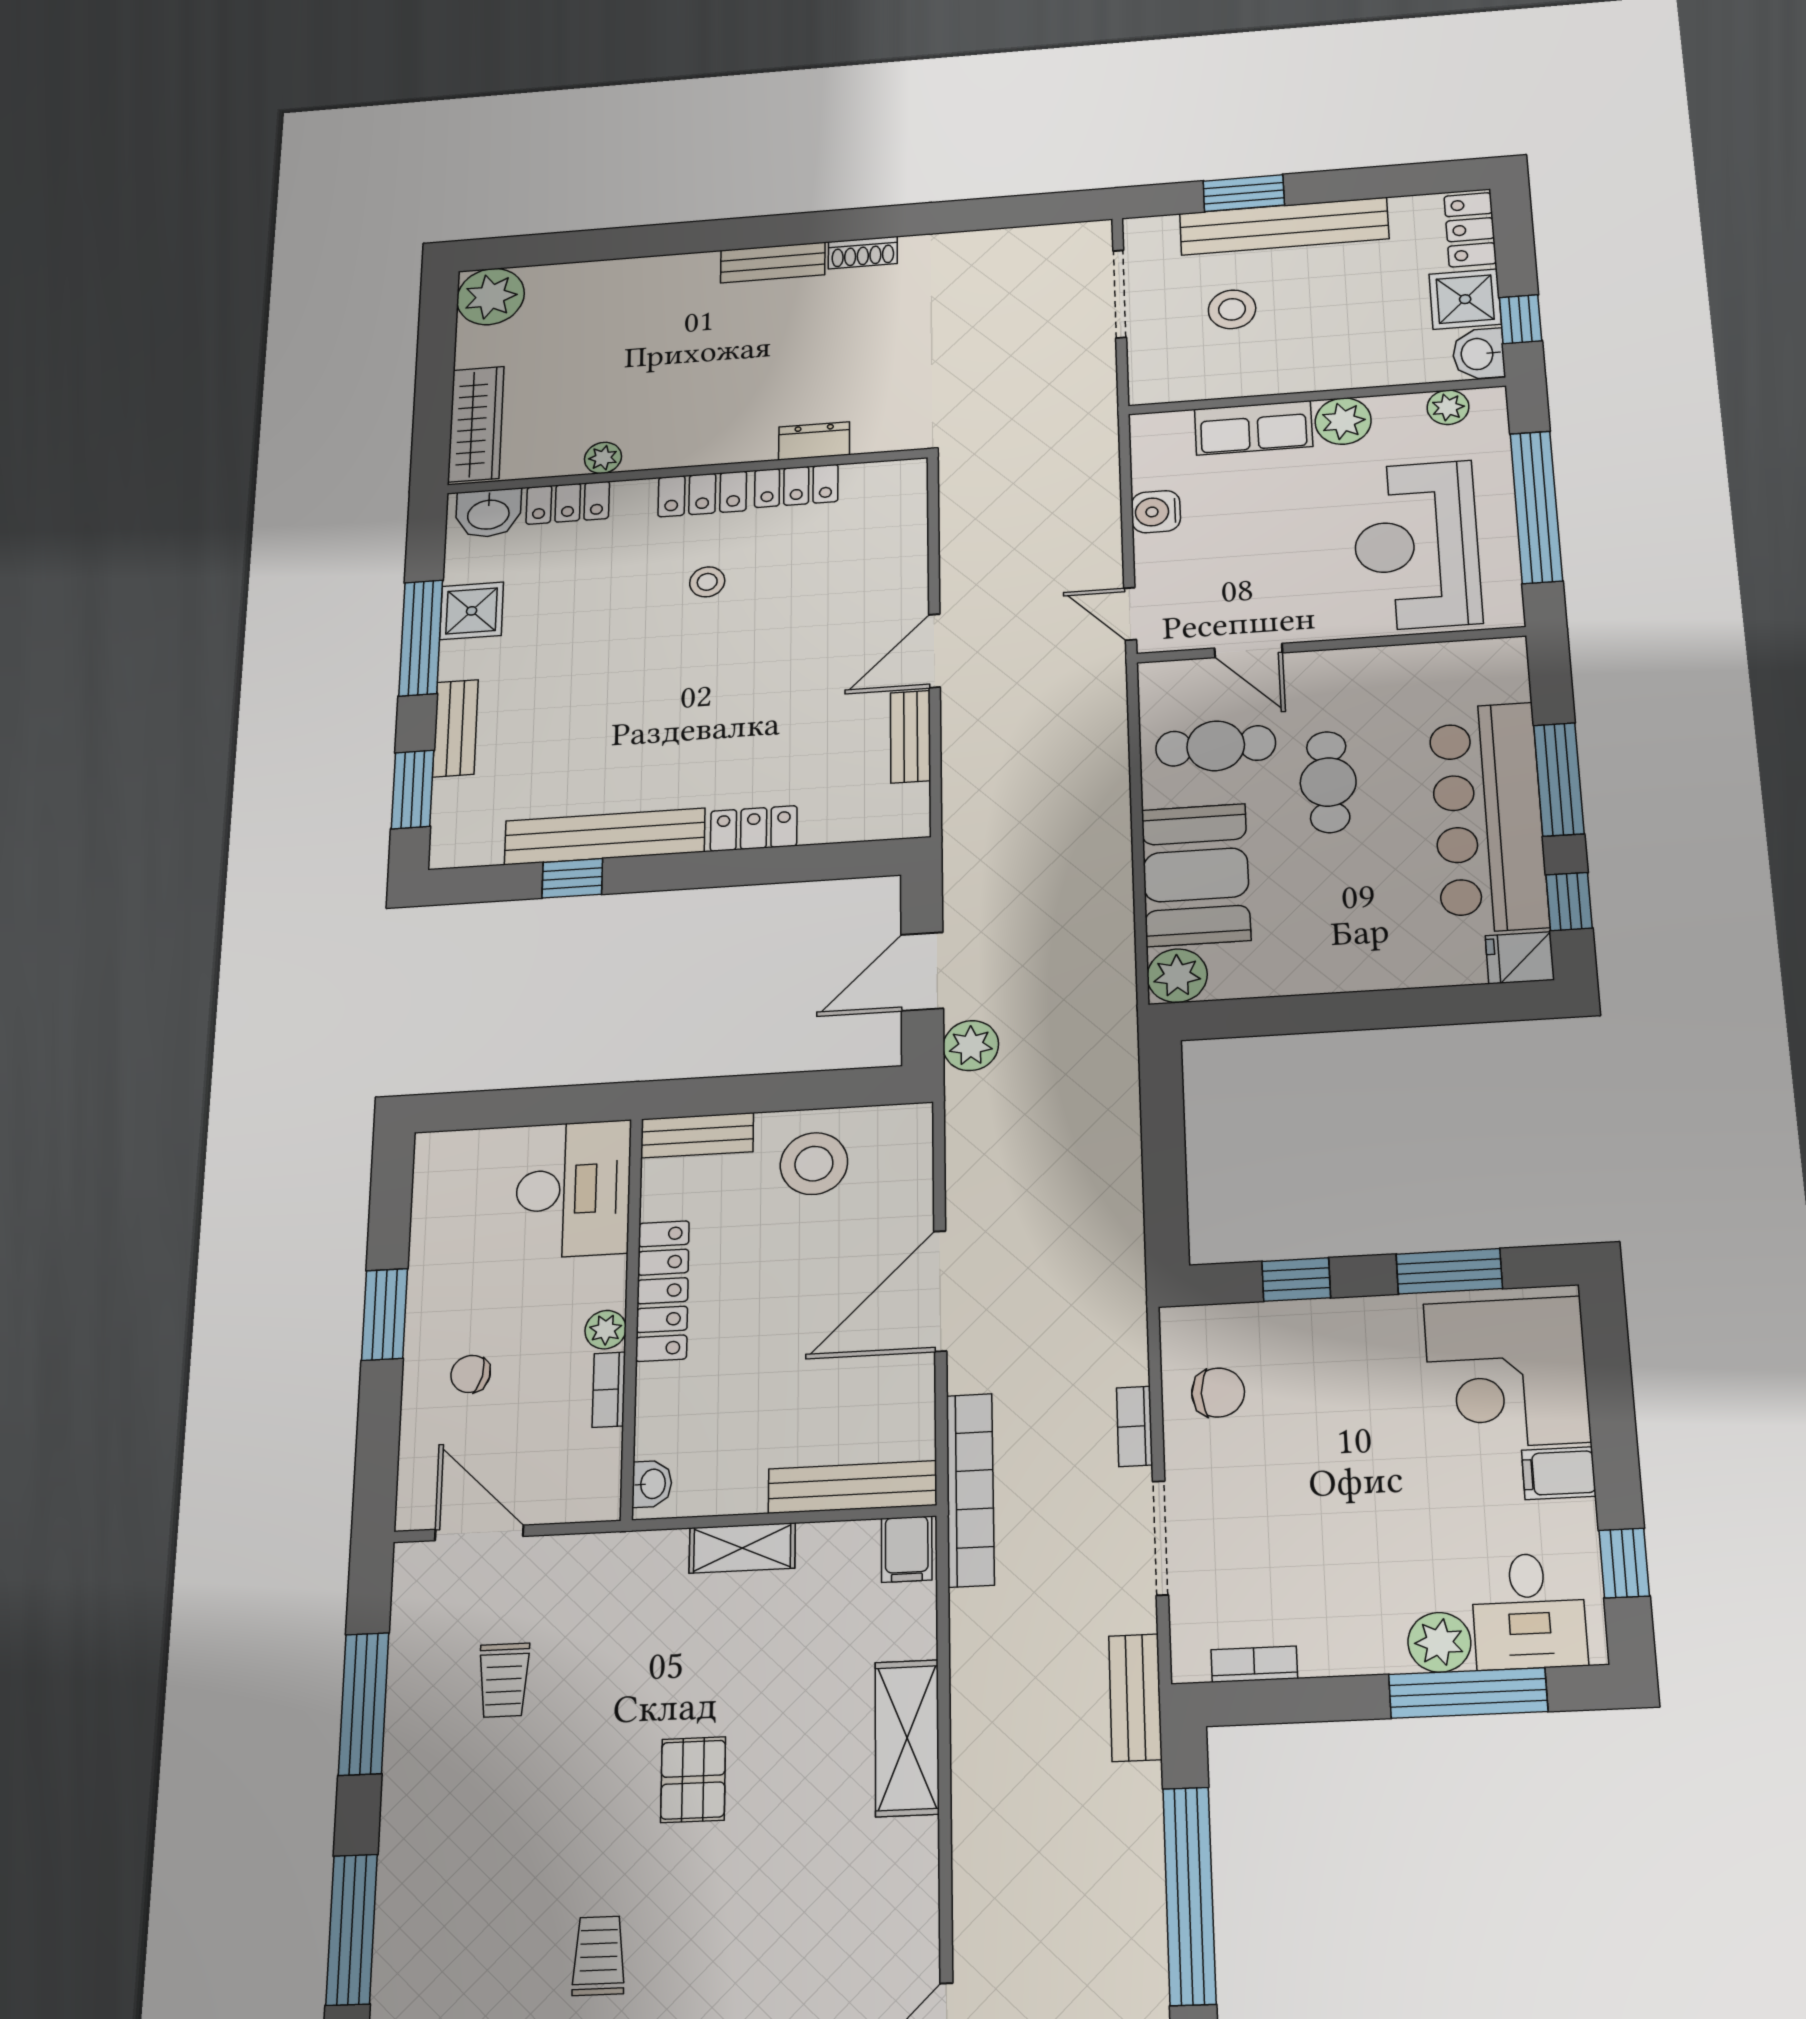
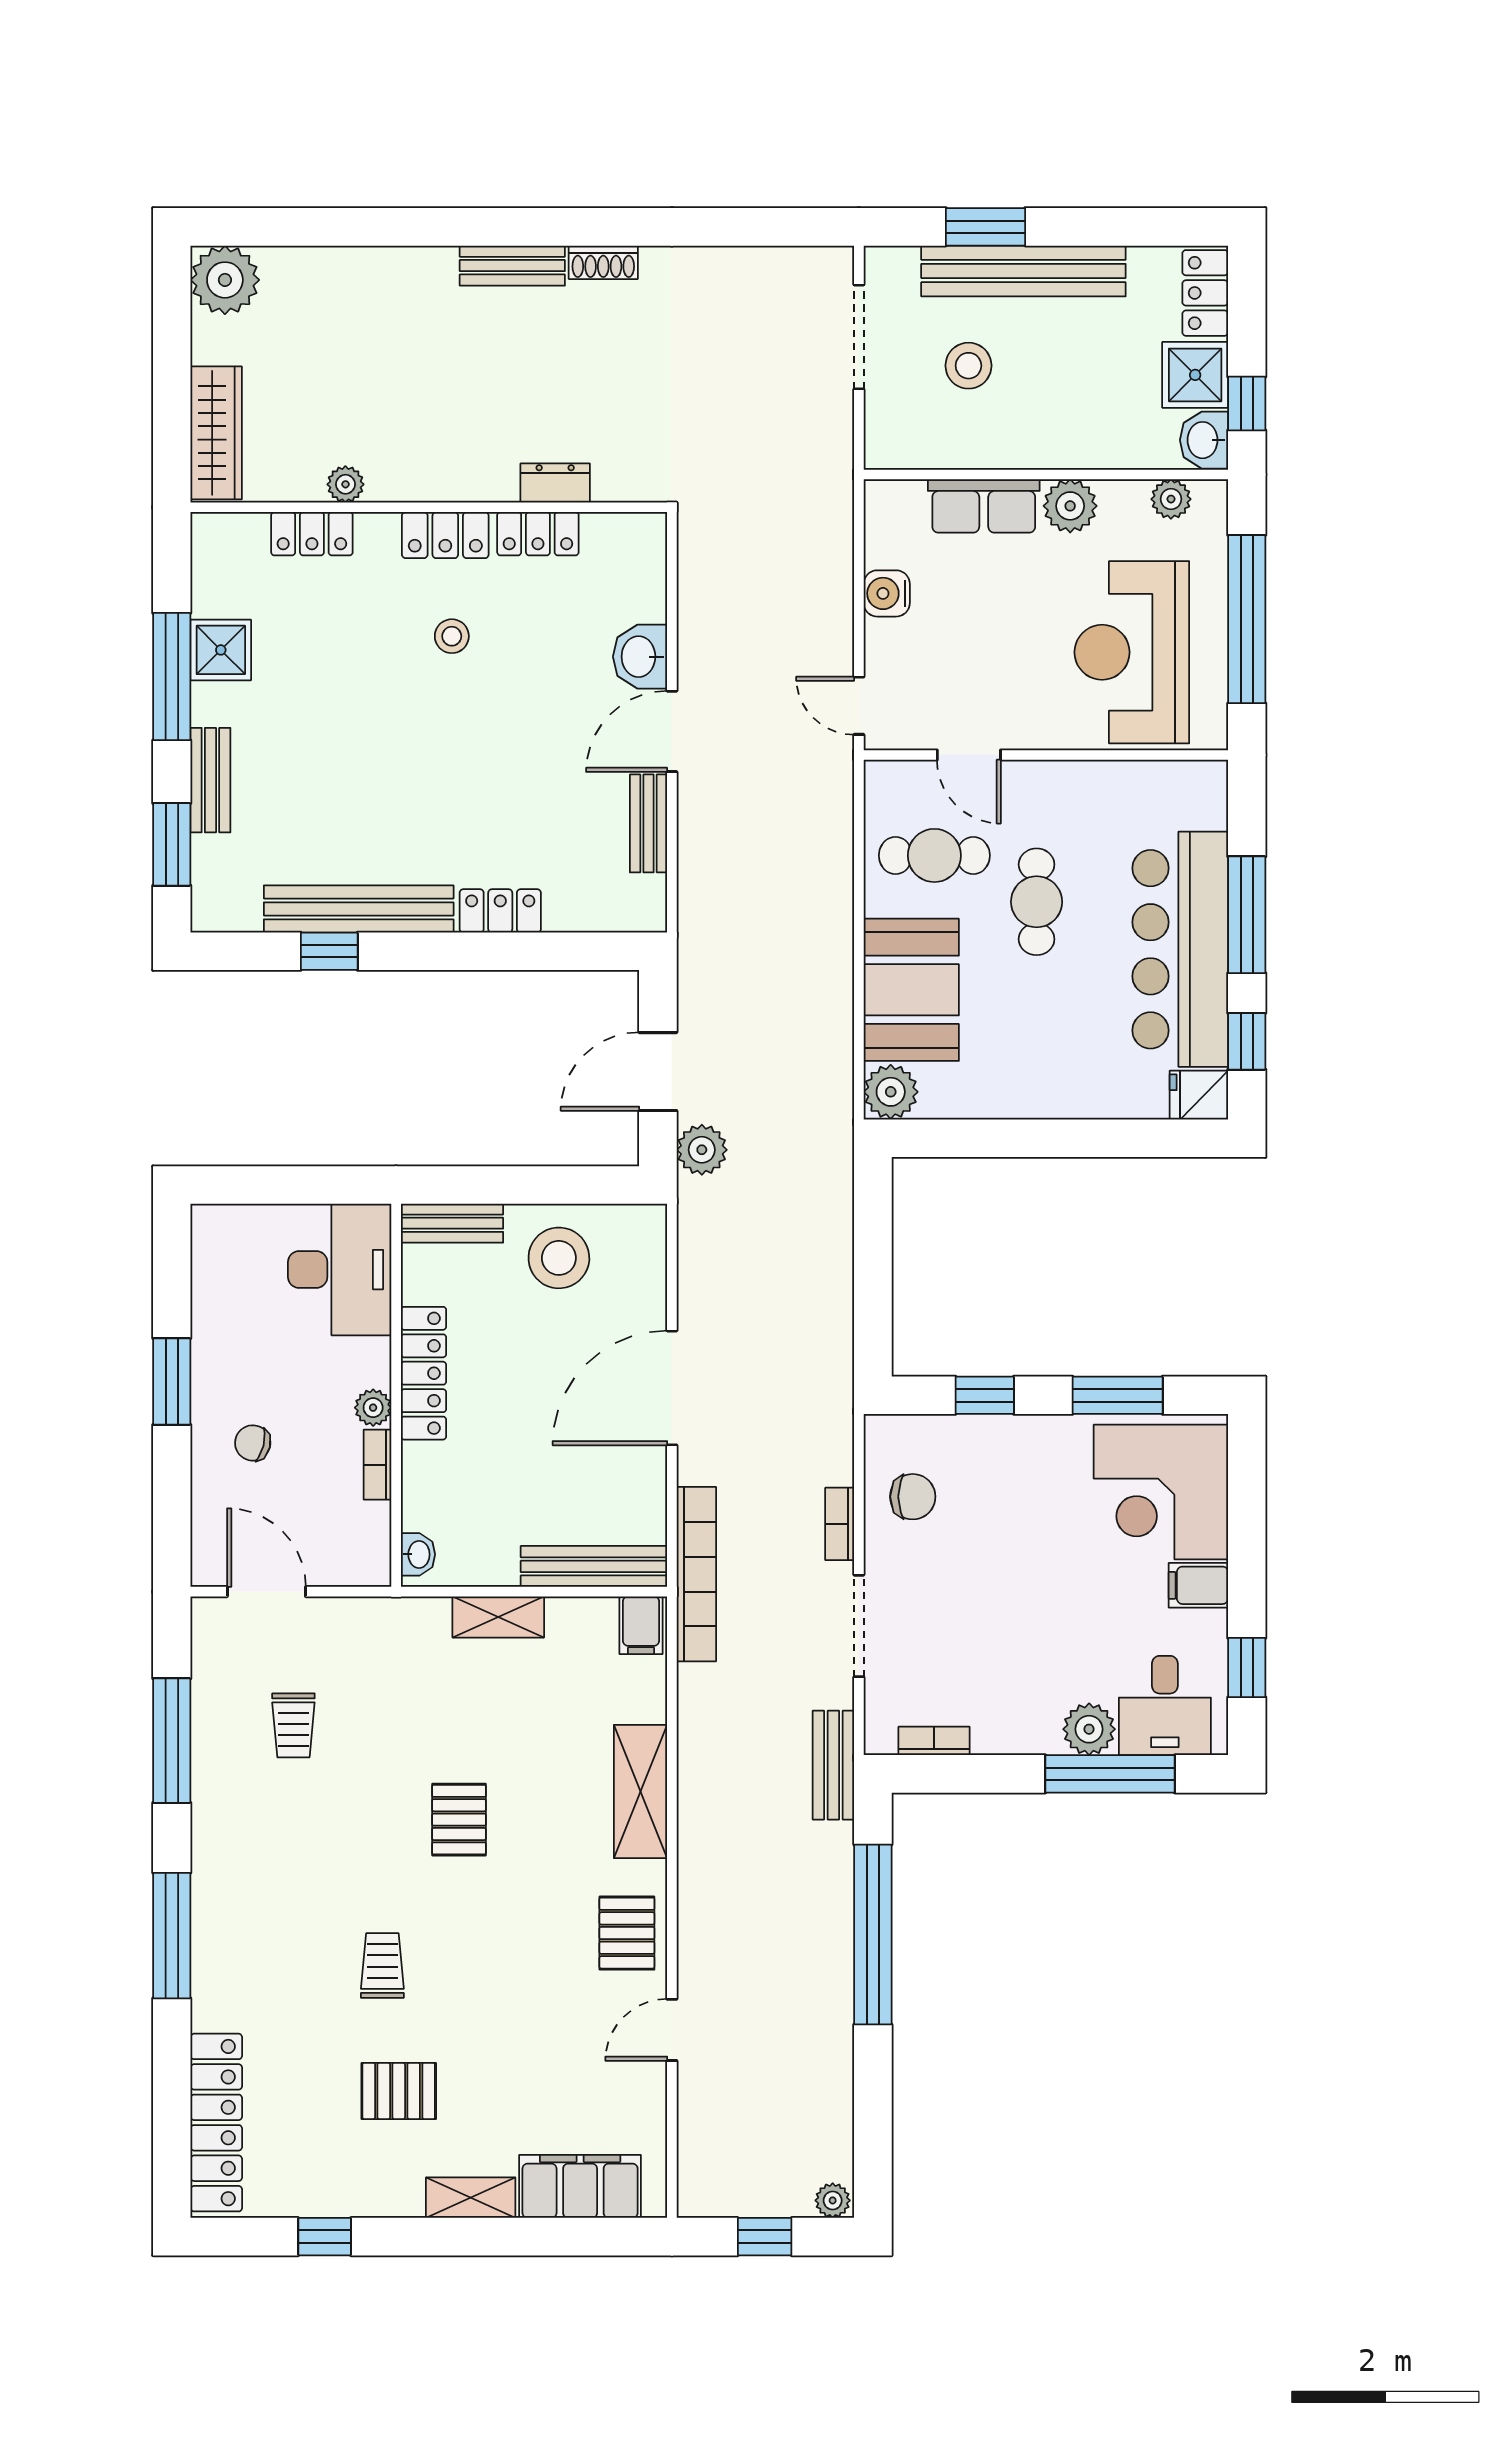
washbasin: (488, 513) -> (640, 657), moved, turned 90
pallet: (891, 1905) -> (627, 1933), added

